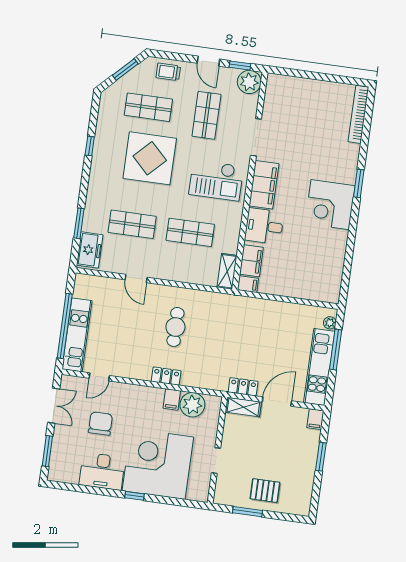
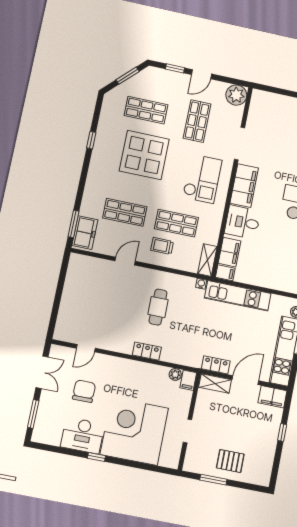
door: (208, 61) -> (202, 74), hinge flipped
window: (240, 65) -> (175, 68), moved
trolley: (168, 72) -> (162, 246), moved
checkout: (216, 180) -> (202, 179), turned -90
window: (79, 223) -> (73, 224), moved
door: (136, 278) -> (125, 261), swing flipped
water cooler: (222, 298) -> (201, 284), added
window: (65, 326) -> (57, 300), removed
kitchen unit: (77, 335) -> (238, 296), moved, turned 90
filing cabinet: (172, 399) -> (188, 380), moved
plant: (192, 405) -> (175, 374), width x0.53, depth x0.53
filing cabinet: (315, 419) -> (272, 397), width x2.00
window: (321, 457) -> (282, 432), width x0.67
window: (135, 496) -> (96, 457), moved

